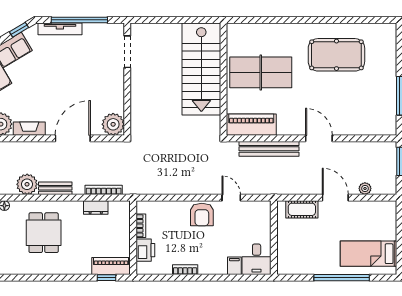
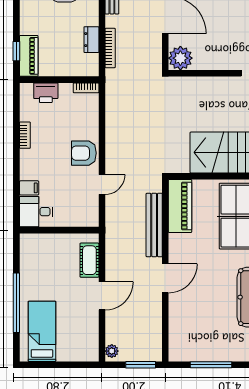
plant: (365, 189) -> (112, 351), moved
bookcase: (141, 226) -> (86, 88), moved

